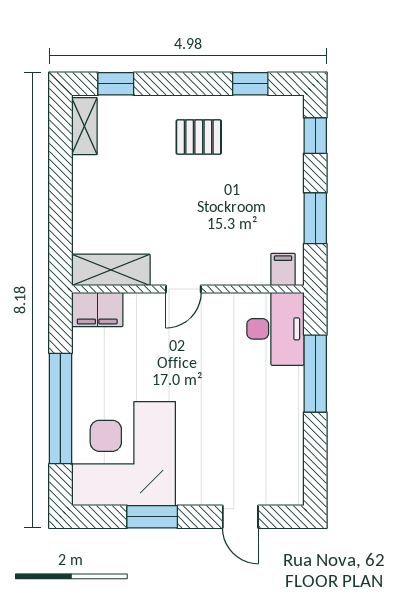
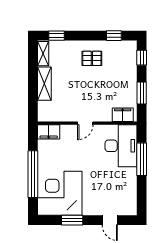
shelving: (111, 270) -> (44, 84), moved, turned 90
filing cabinet: (283, 270) -> (123, 115), width x2.00
desk: (275, 329) -> (121, 146), width x1.36, depth x1.30

